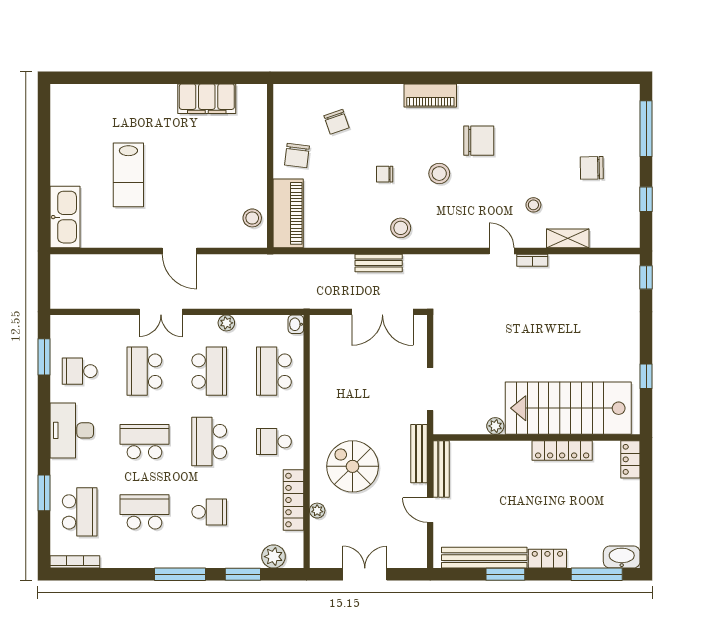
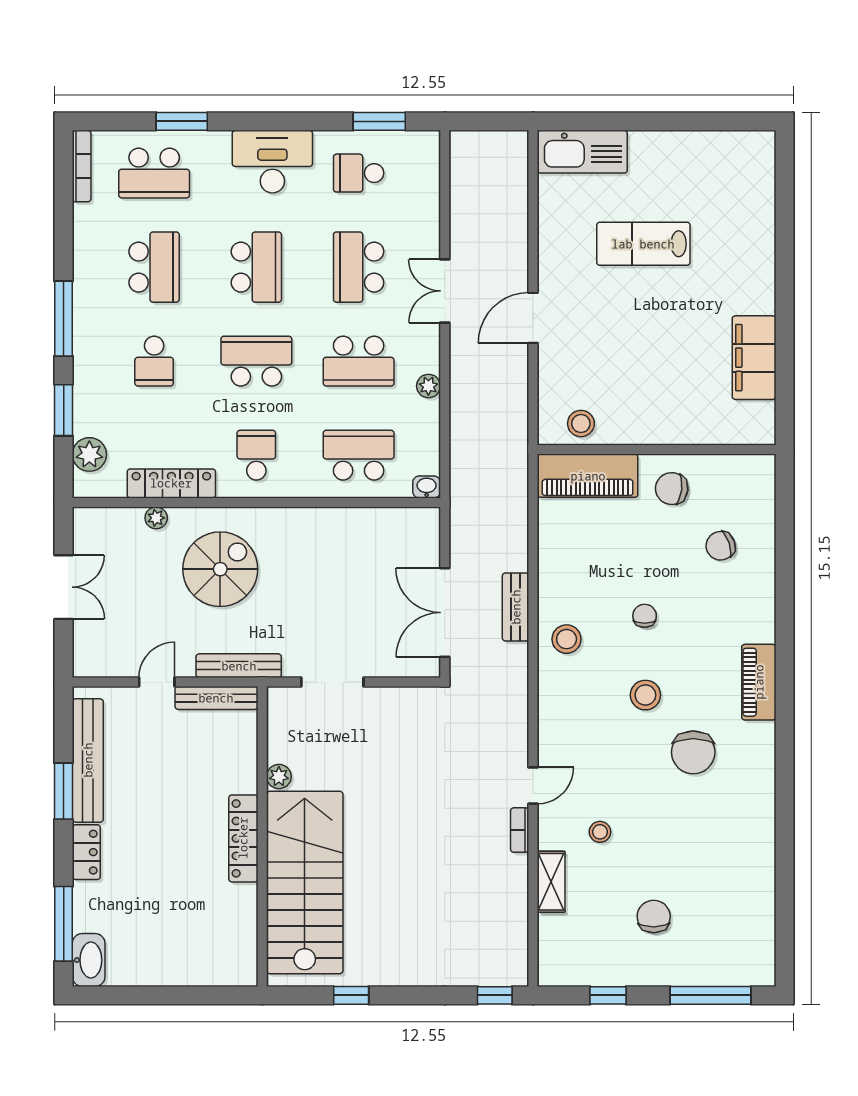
school desk: (80, 371) -> (359, 173), turned -90
school desk: (144, 371) -> (359, 267), turned -90
locker: (562, 450) -> (243, 838), moved
locker: (630, 459) -> (230, 973), removed

